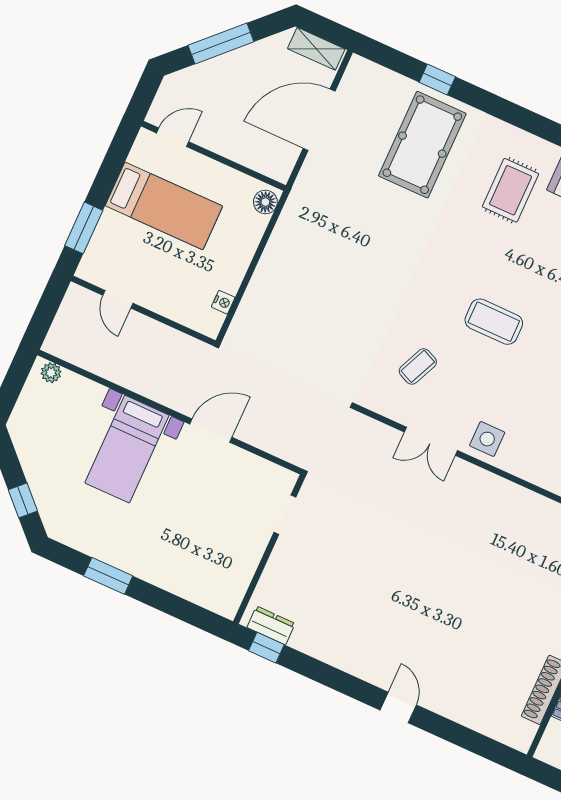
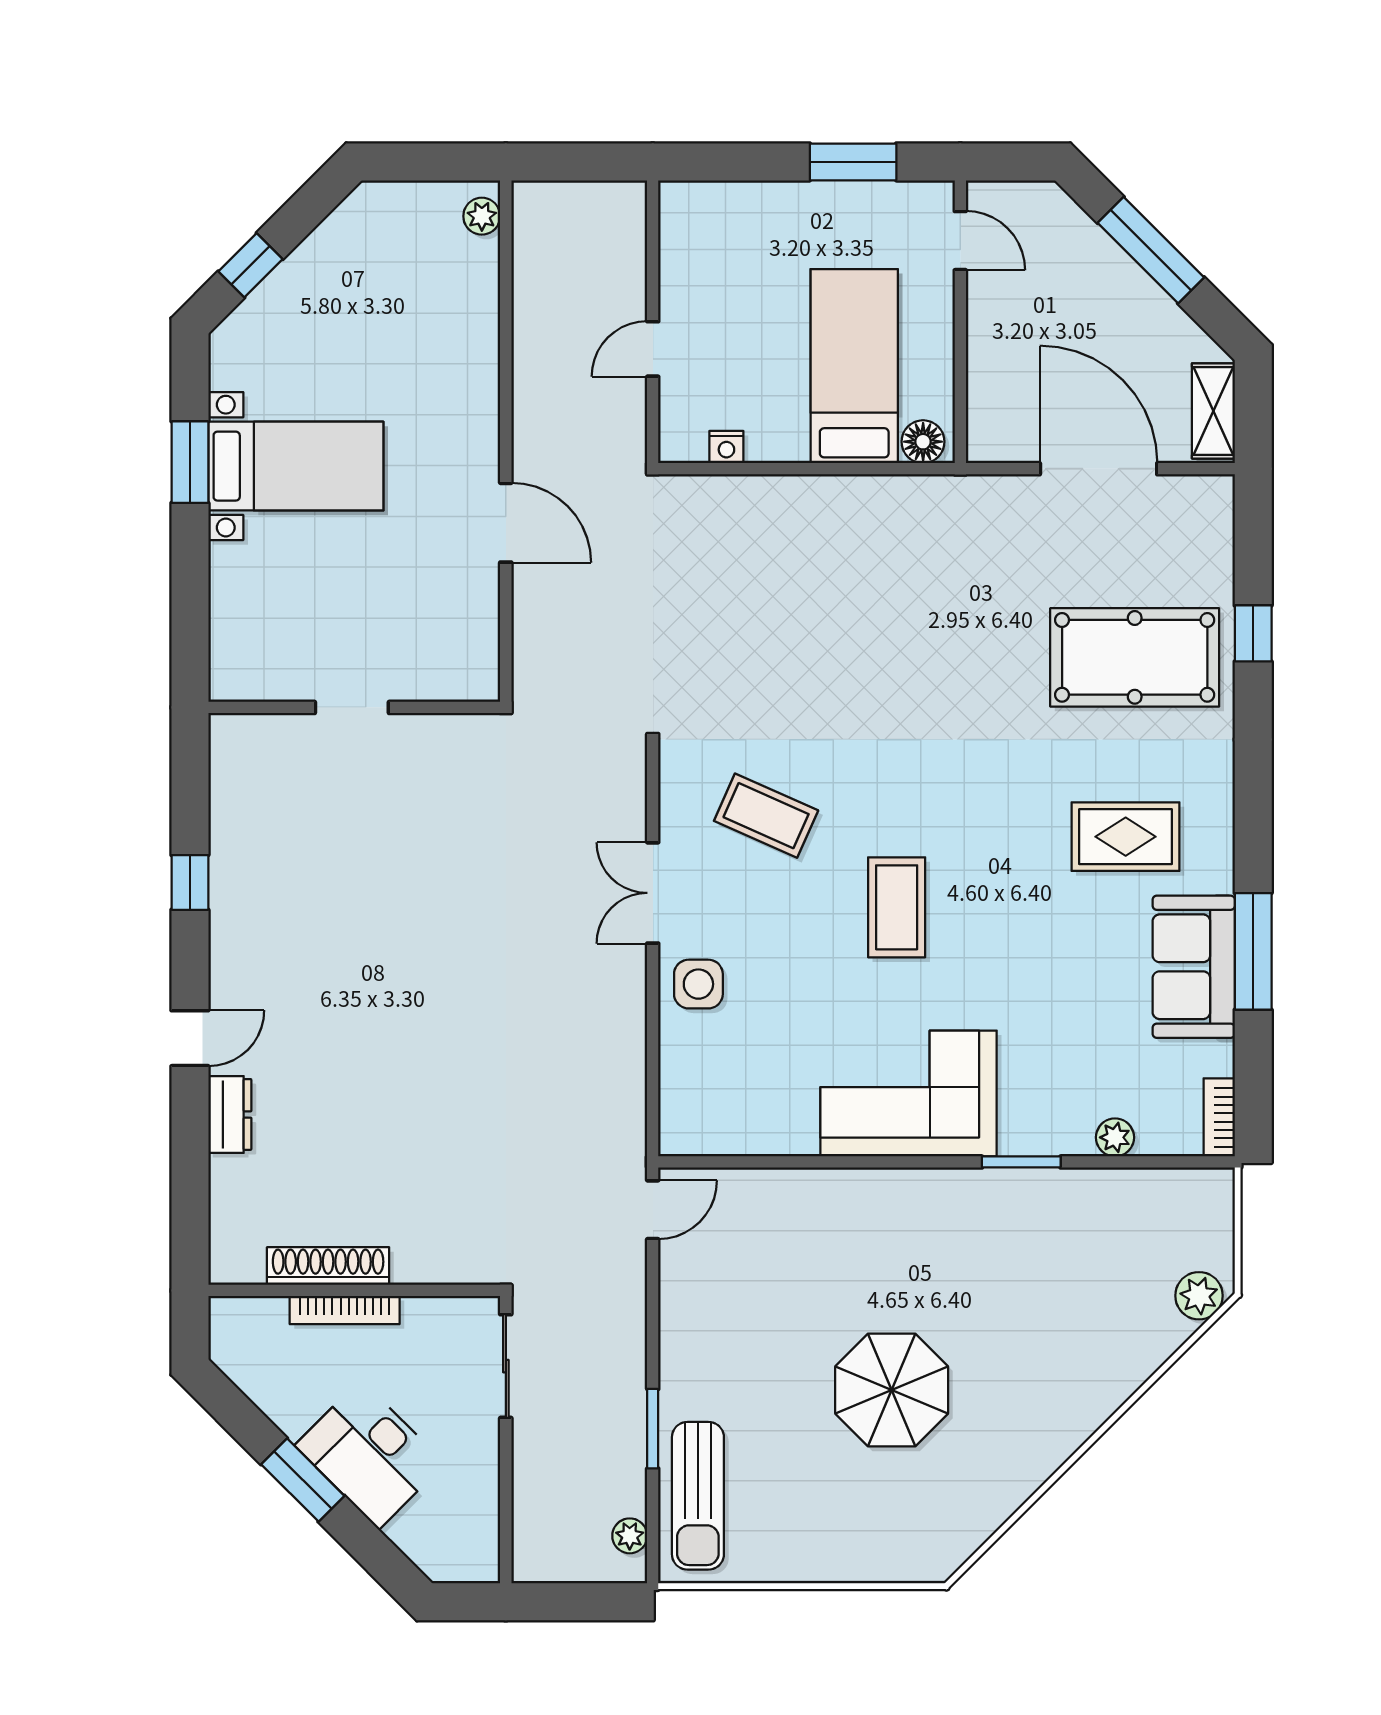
bed: (164, 206) -> (854, 366), moved, turned 180
window: (84, 228) -> (853, 162), moved
door: (118, 299) -> (653, 349), moved
coffee table: (418, 366) -> (766, 816), width x1.36, depth x1.30
bed with nightstands: (127, 449) -> (296, 466), moved, turned 180
doorway: (285, 515) -> (352, 707), moved
dresser: (271, 625) -> (230, 1114), moved
window: (266, 648) -> (190, 882), moved

